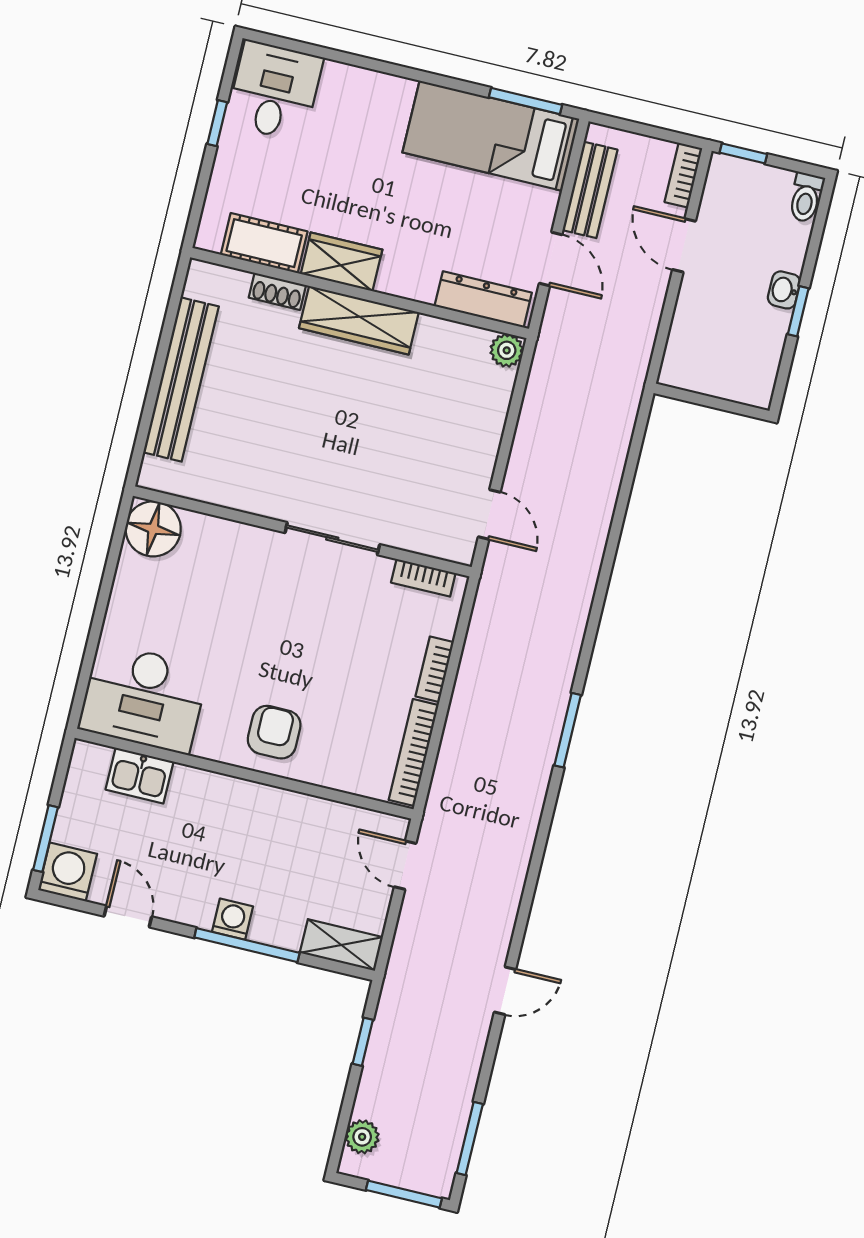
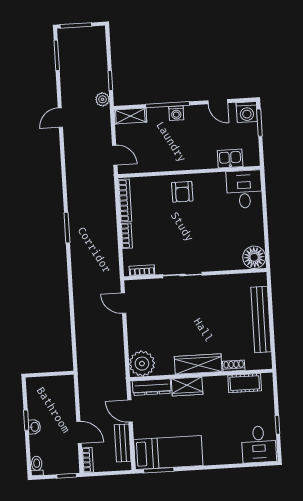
wardrobe: (342, 262) -> (187, 386), moved
plant: (507, 350) -> (142, 364), width x1.87, depth x1.87
desk: (143, 698) -> (244, 189), width x0.73
plant: (362, 1137) -> (103, 99), moved

